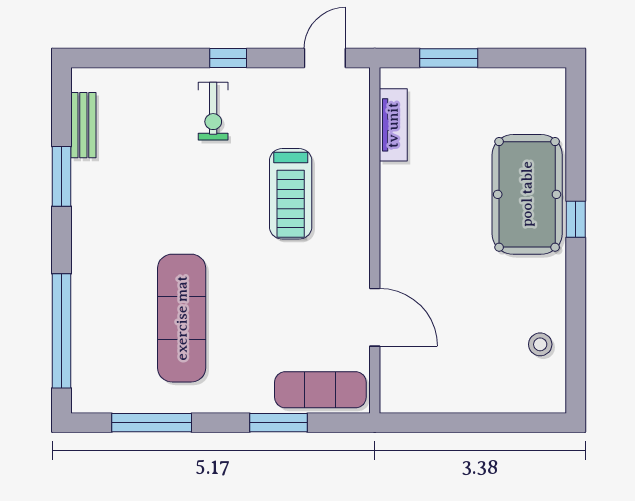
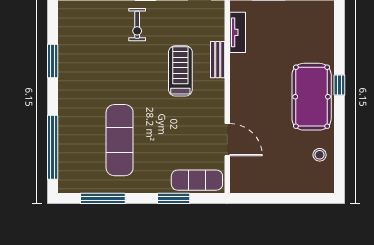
bench: (83, 125) -> (218, 60), moved
treadmill: (291, 194) -> (180, 71), turned 180
pool table: (527, 194) -> (312, 97), moved

